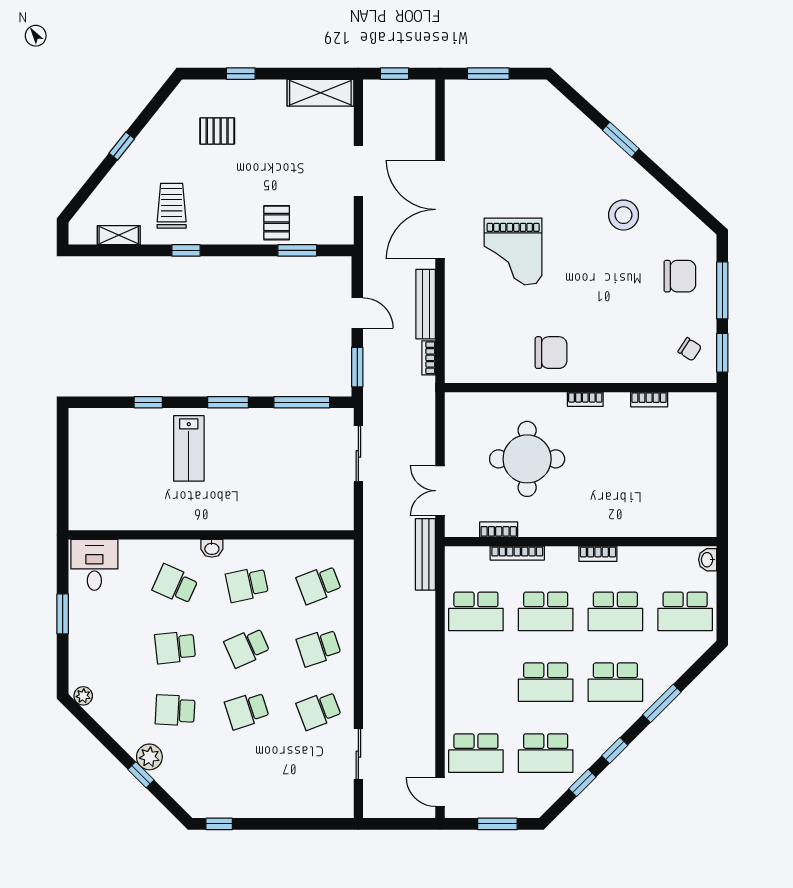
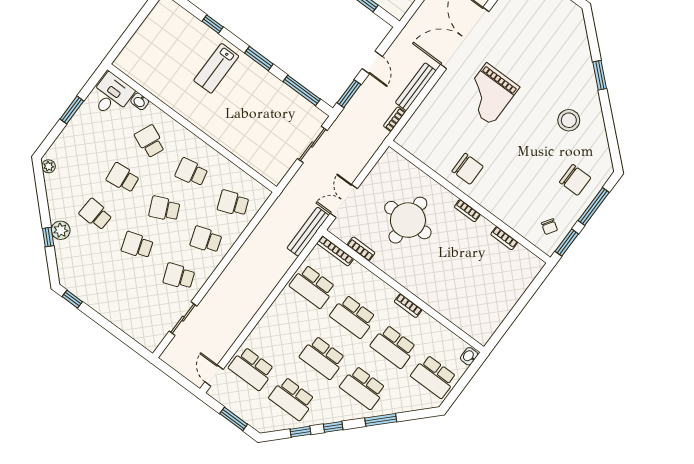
washbasin: (212, 548) -> (140, 101), moved
bookcase: (517, 553) -> (335, 251), moved

